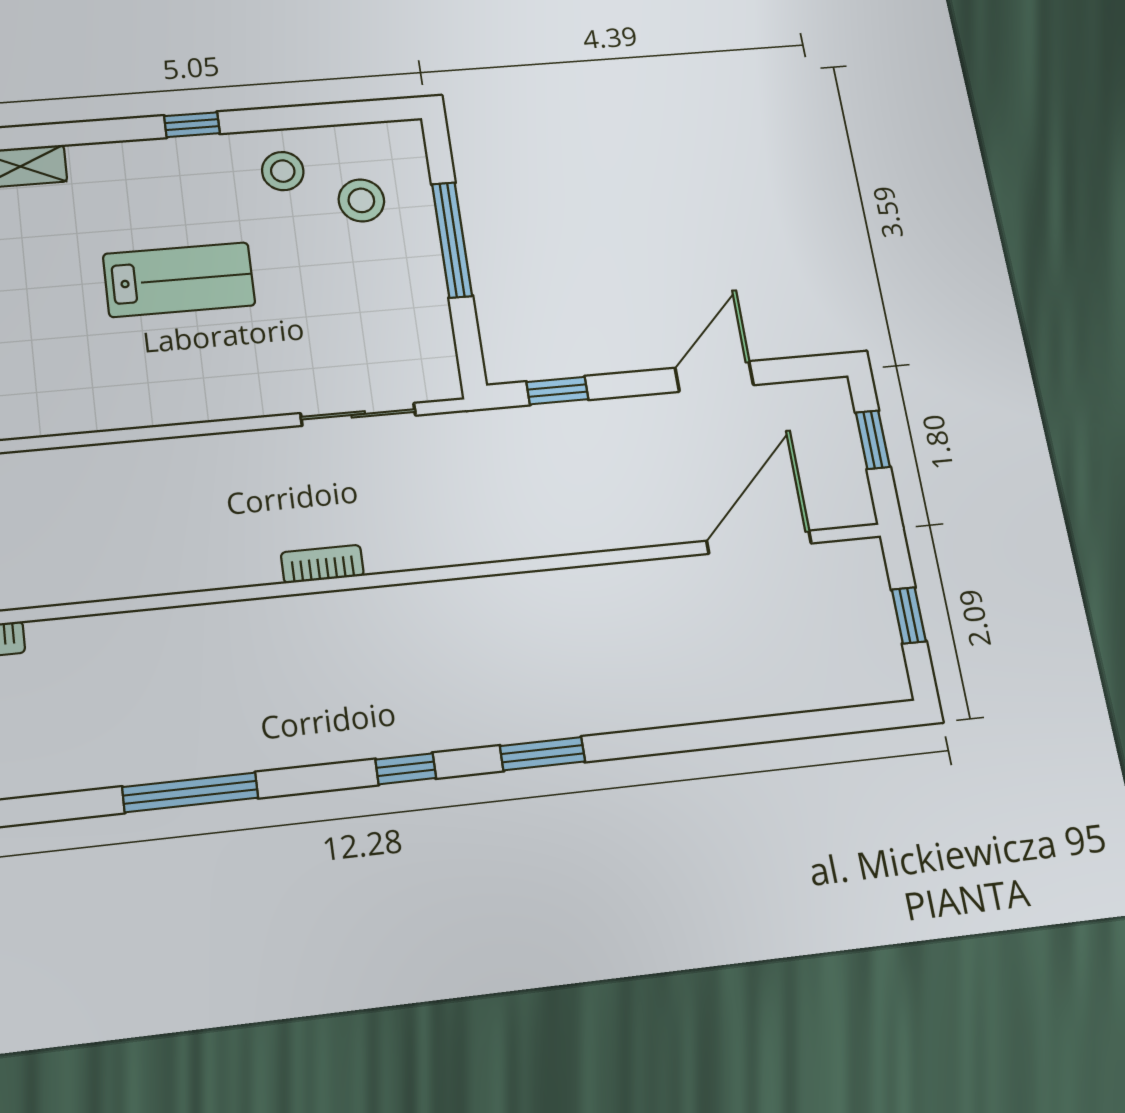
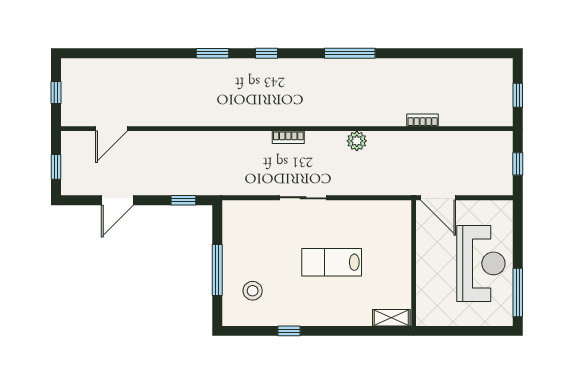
window: (192, 125) -> (289, 331), moved
stool: (283, 171) -> (284, 307), removed
sliding door: (358, 414) -> (303, 198), moved
door: (759, 542) -> (111, 129), width x0.73
plant: (148, 572) -> (357, 141), added

